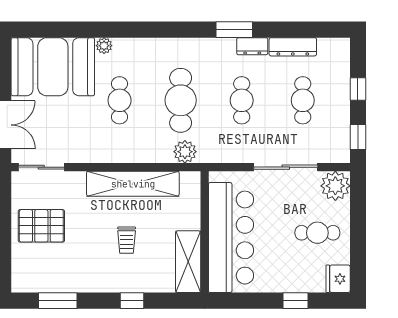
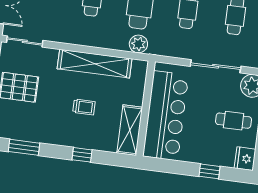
trolley: (127, 240) -> (84, 107), turned -90

